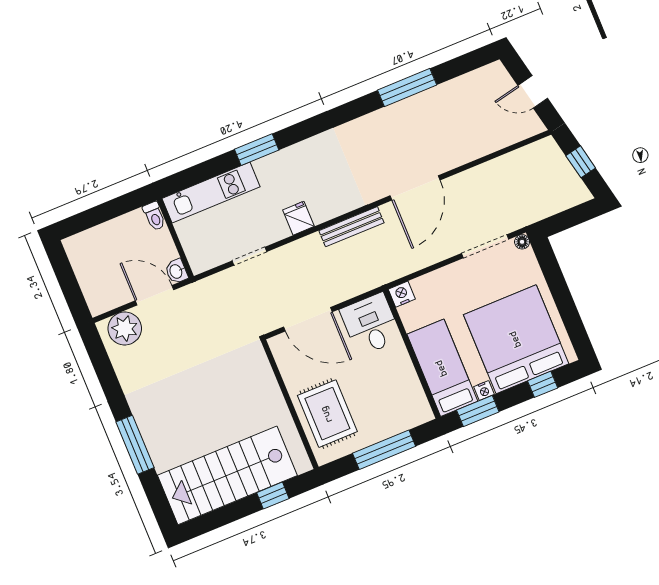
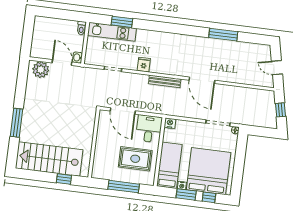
window: (257, 150) -> (122, 22), moved
door: (415, 188) -> (202, 80), hinge flipped
window: (478, 411) -> (186, 194), moved
rug: (327, 414) -> (135, 159), moved, turned 90

